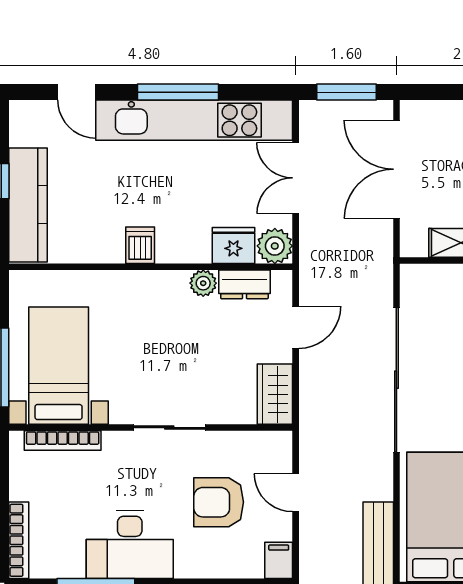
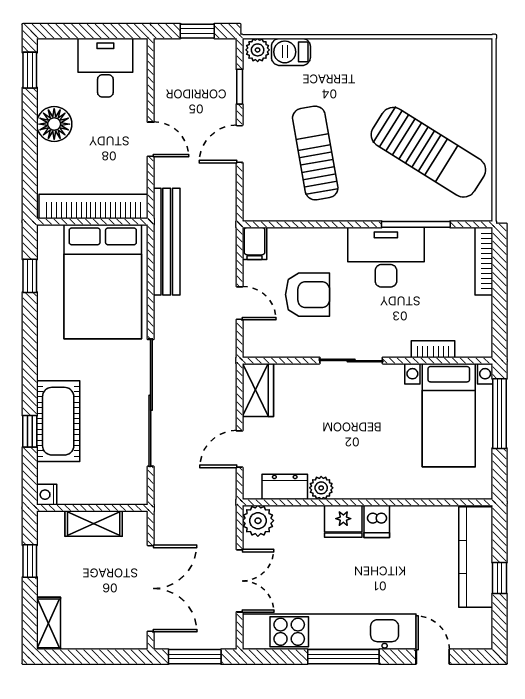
fridge: (233, 245) -> (343, 521), moved
bookcase: (63, 440) -> (433, 349), width x0.64

